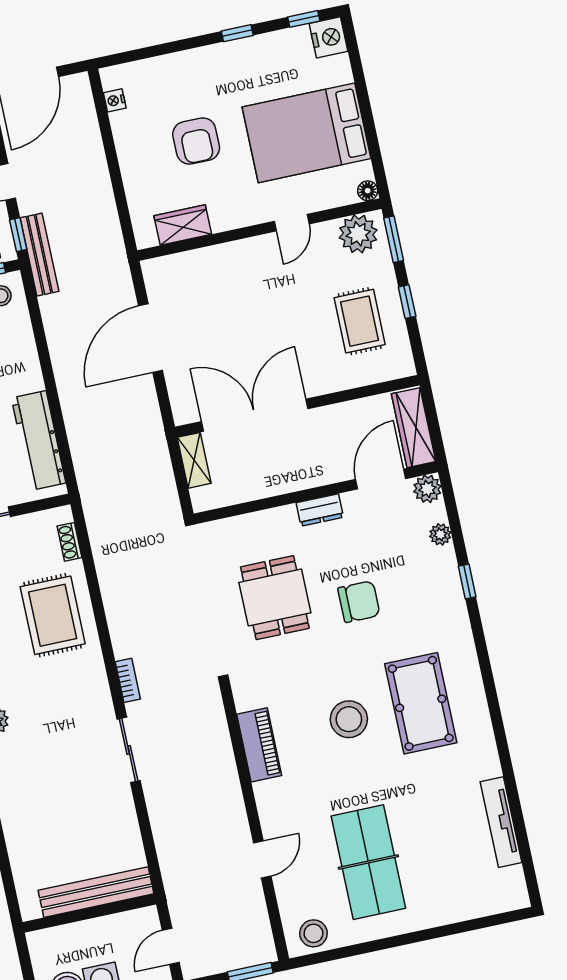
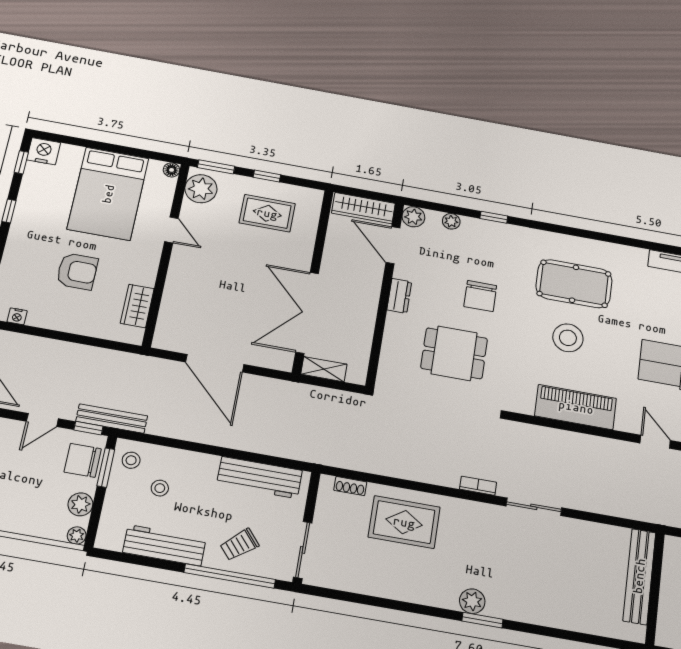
chair: (359, 602) -> (480, 296), turned 180
piano: (259, 745) -> (576, 407), width x1.37, depth x1.33

